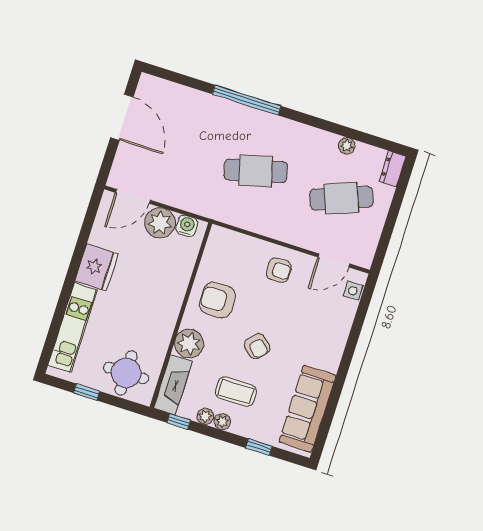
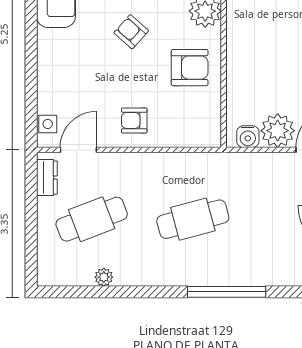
dresser: (393, 169) -> (47, 178), moved

